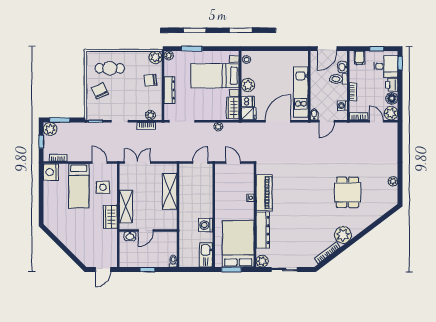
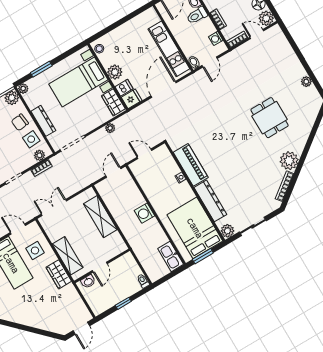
side table: (152, 99) -> (31, 139), added
washing machine: (206, 225) -> (144, 213), moved

